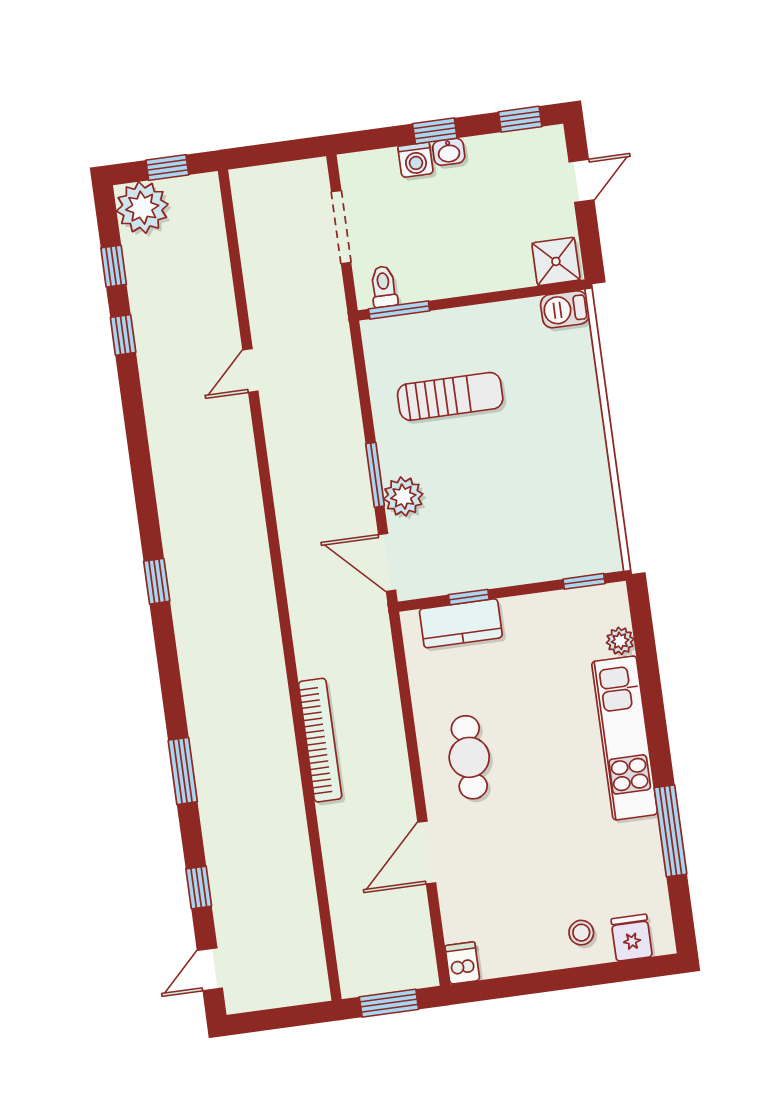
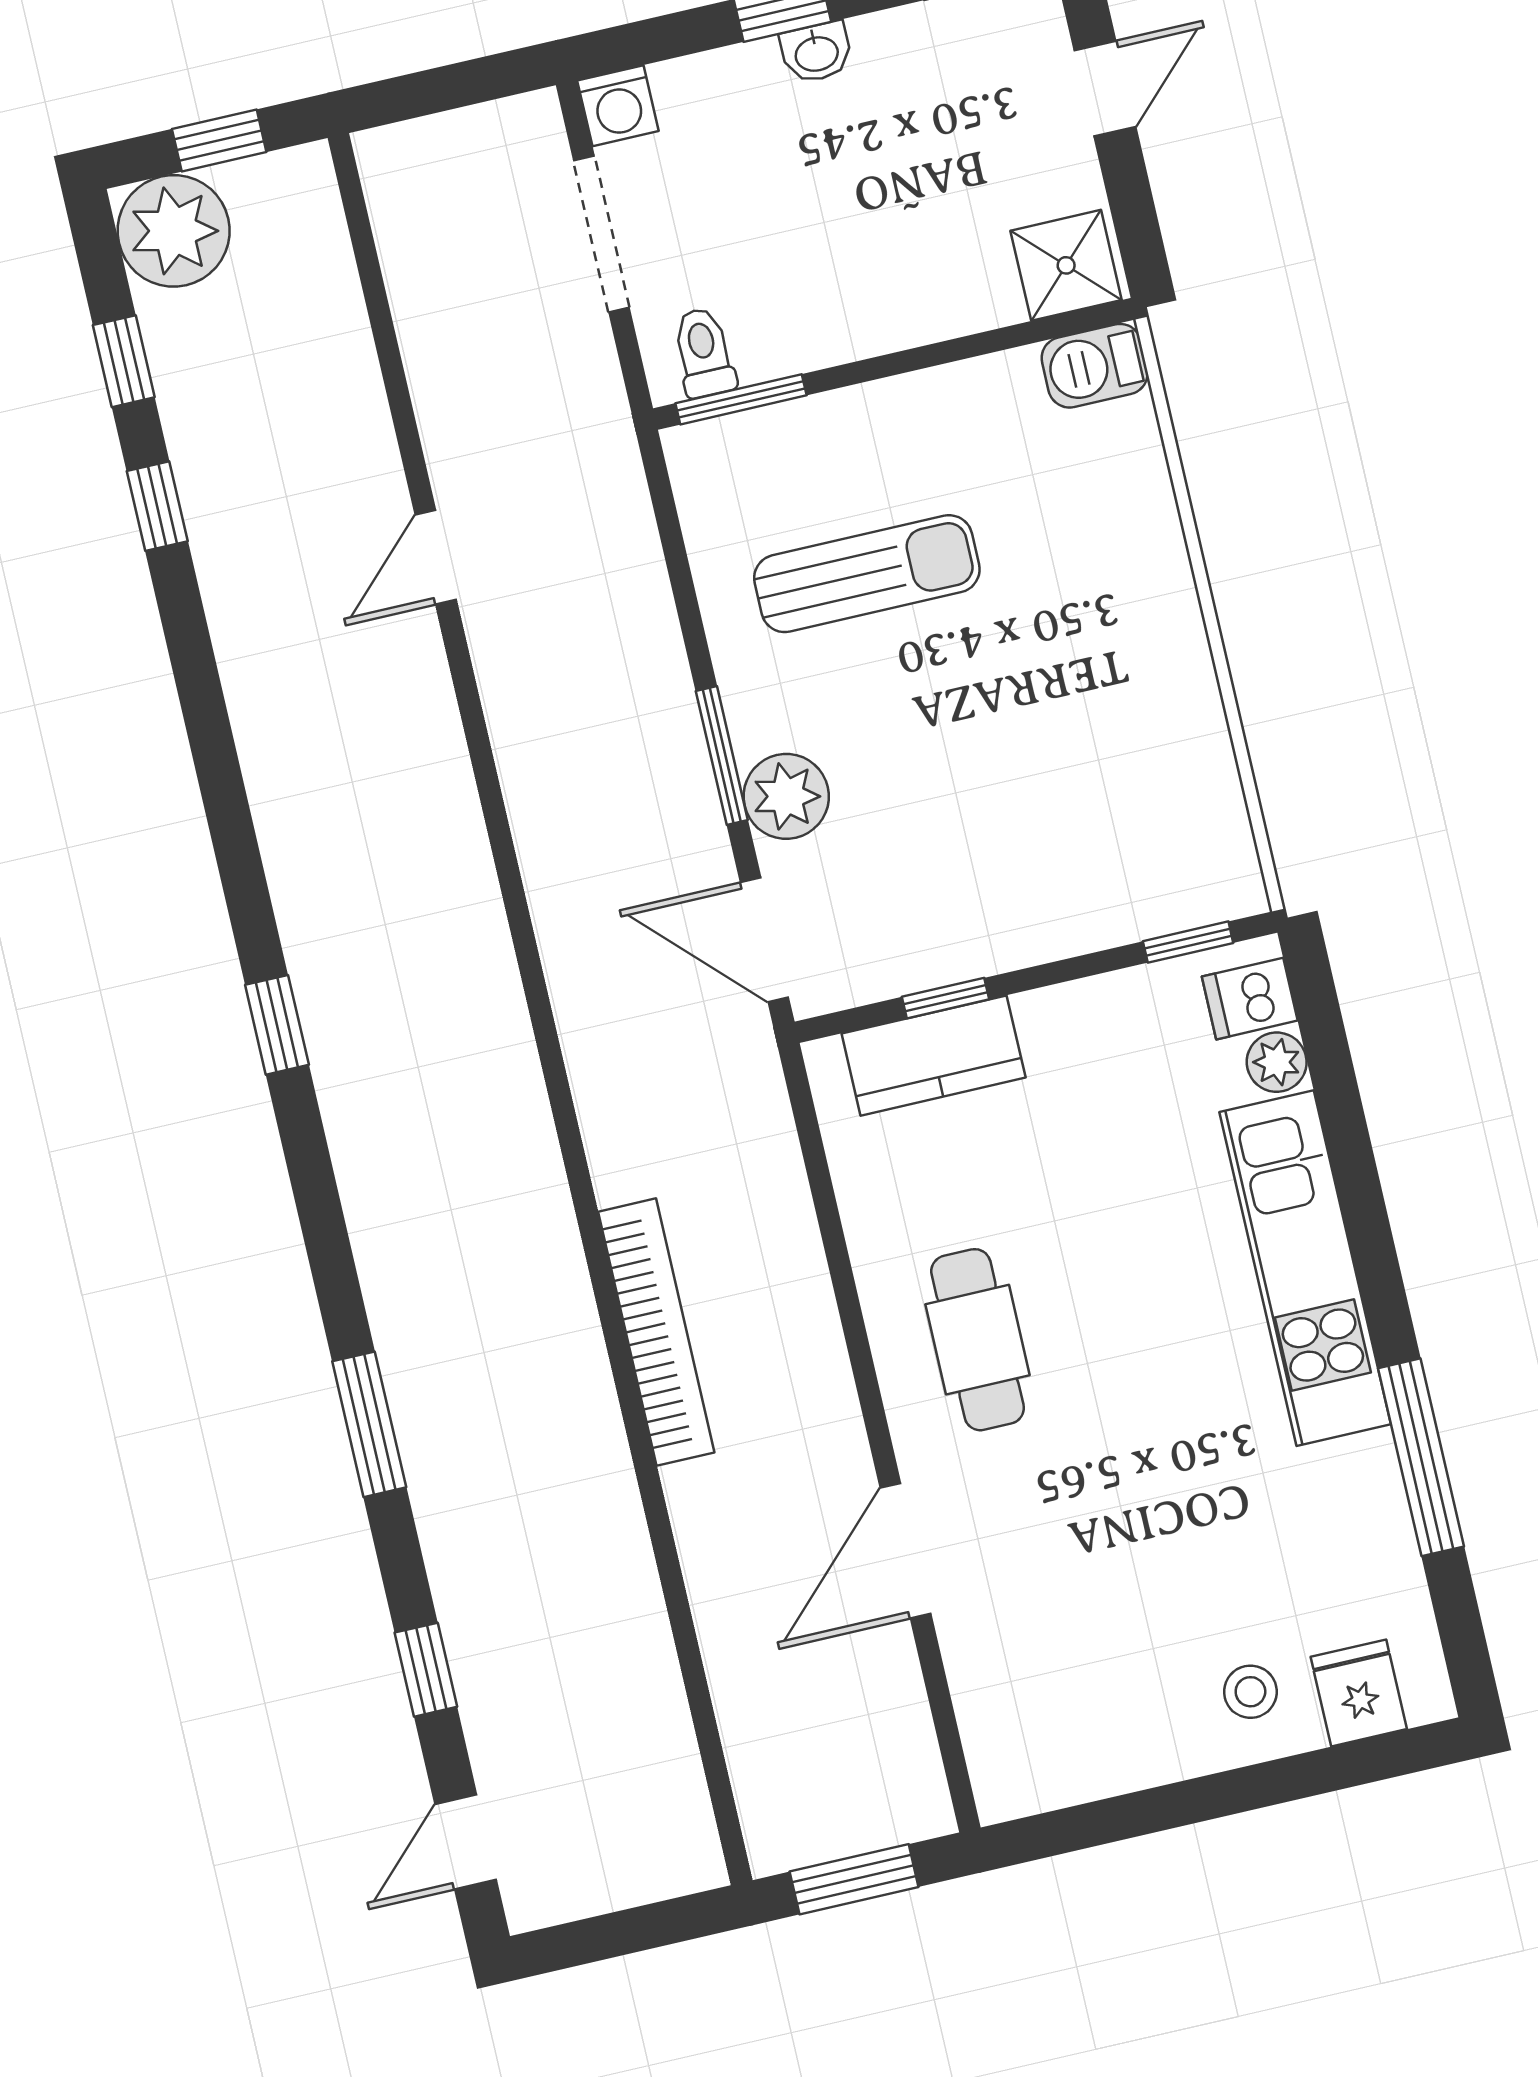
washing machine: (416, 160) -> (618, 106), moved
dishwasher: (462, 963) -> (1250, 999), moved, turned -90

